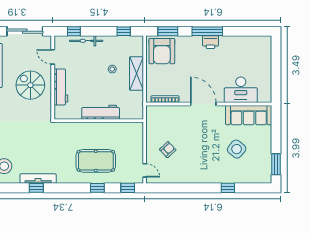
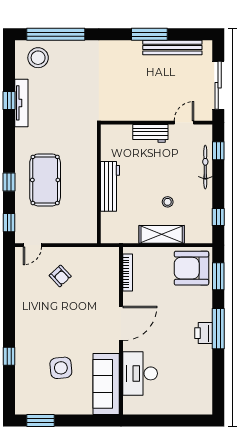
spiral stairs: (30, 85) -> (146, 93), removed
workbench: (61, 87) -> (150, 133), width x0.73
side table: (237, 149) -> (61, 368), turned 45

